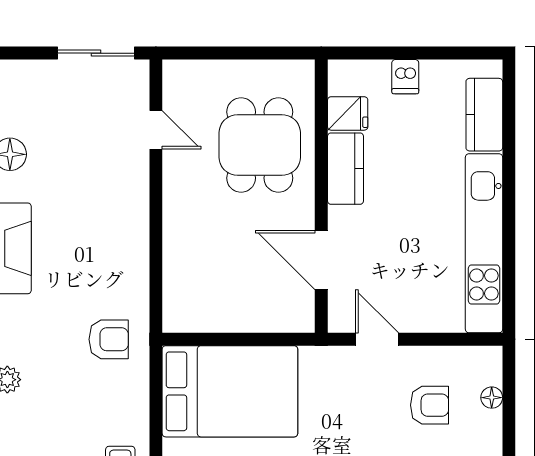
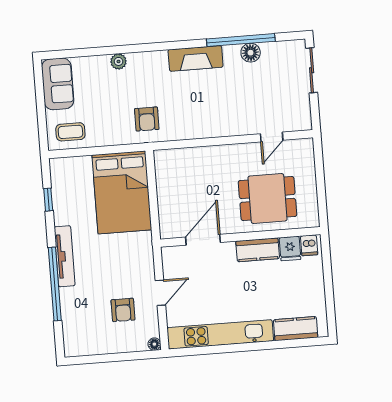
sliding door: (96, 53) -> (312, 70), moved
dishwasher: (405, 77) -> (309, 245), moved, turned -90
door: (377, 339) -> (160, 293), moved
floor lamp: (492, 398) -> (154, 344), moved

